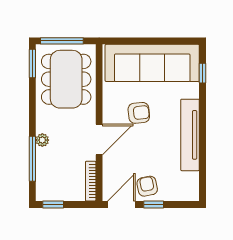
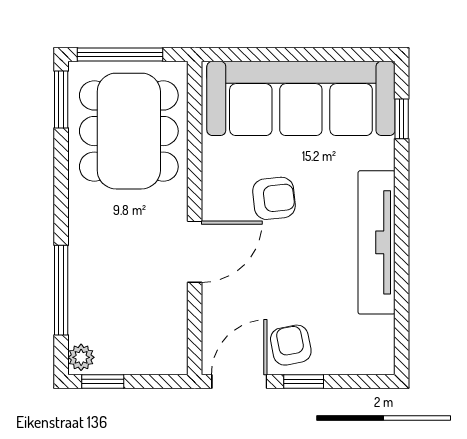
plant: (42, 140) -> (81, 357), moved
bookcase: (91, 181) -> (178, 335), removed

